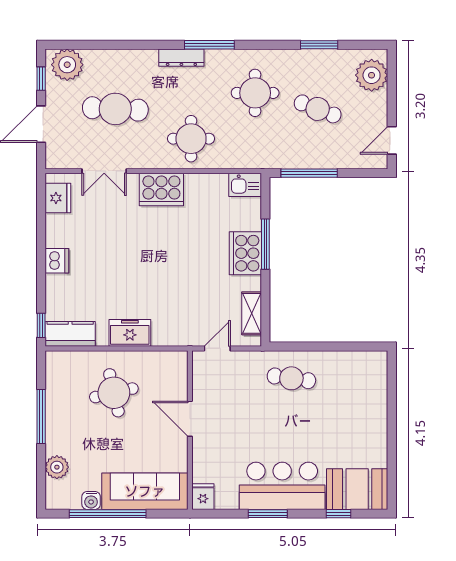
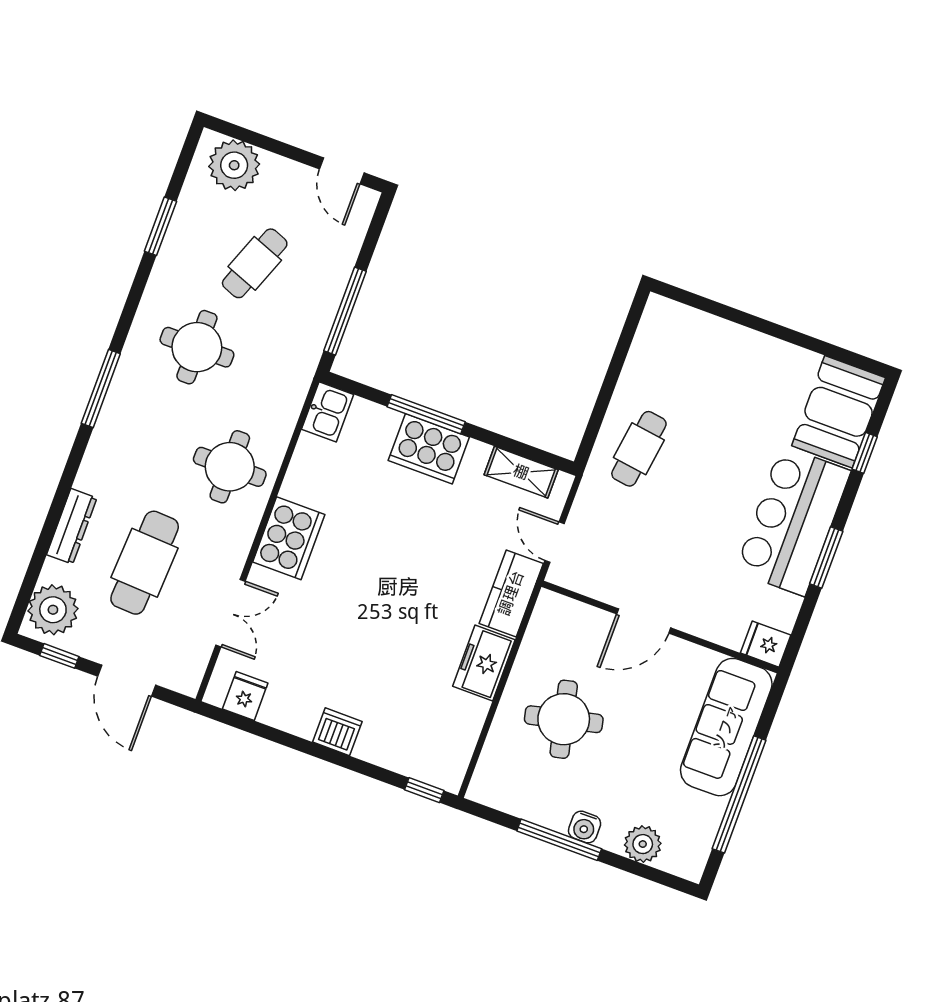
dresser: (181, 58) -> (72, 526), moved
fridge: (58, 198) -> (245, 696), width x0.72
kitchen counter: (70, 334) -> (511, 593), moved
water cooler: (91, 500) -> (585, 827), moved, turned 90

